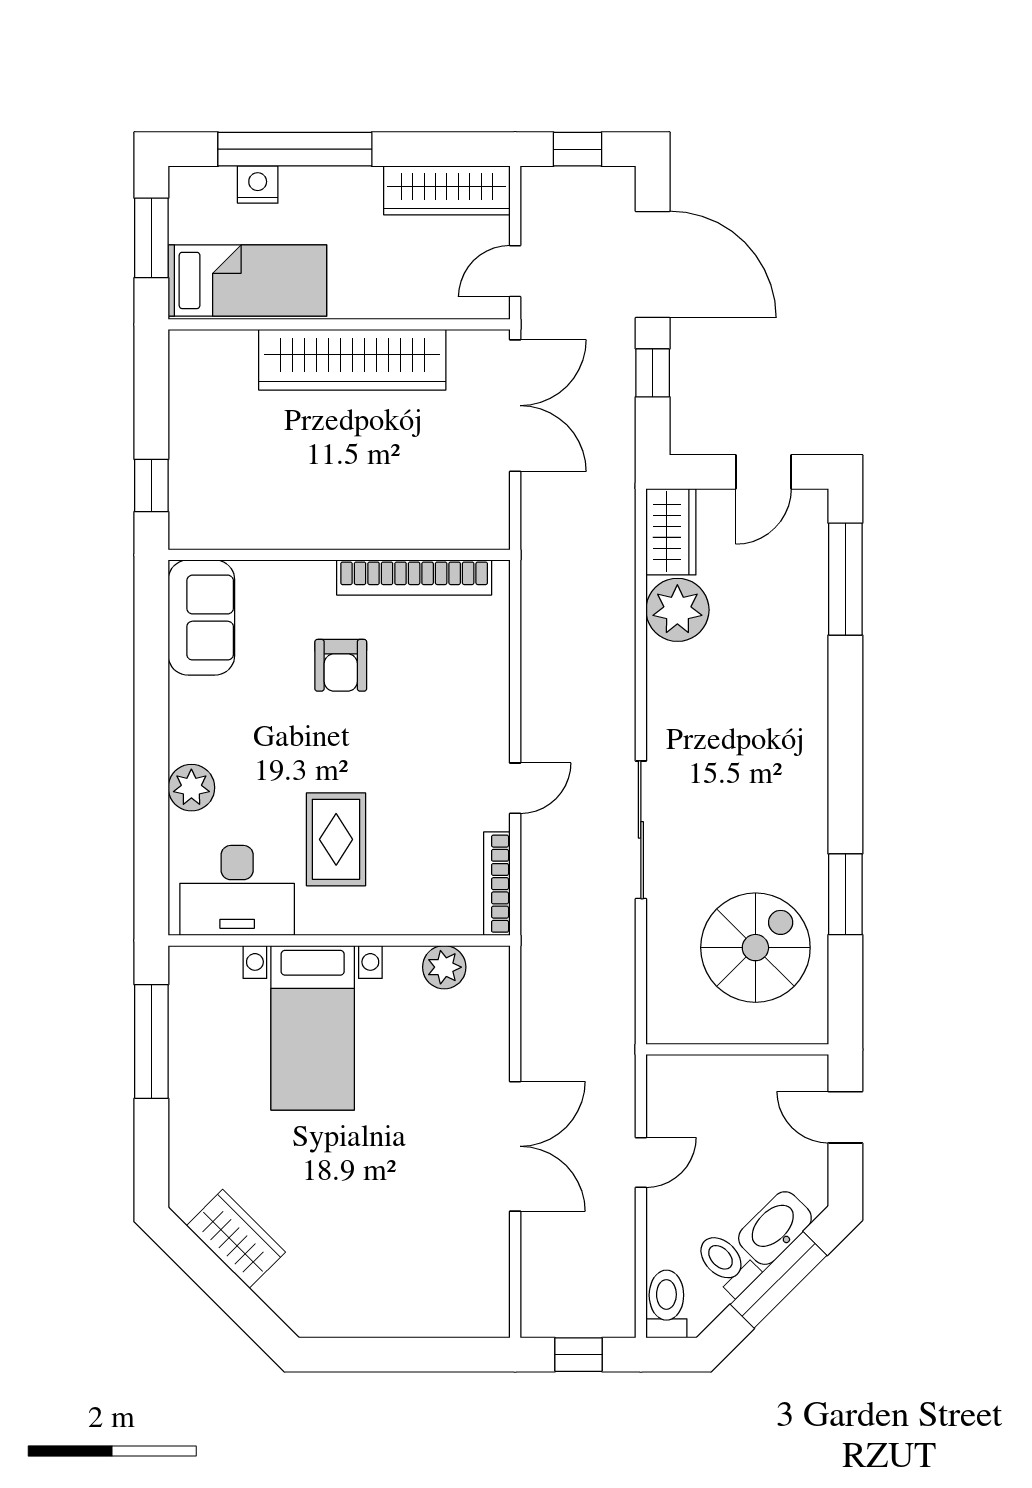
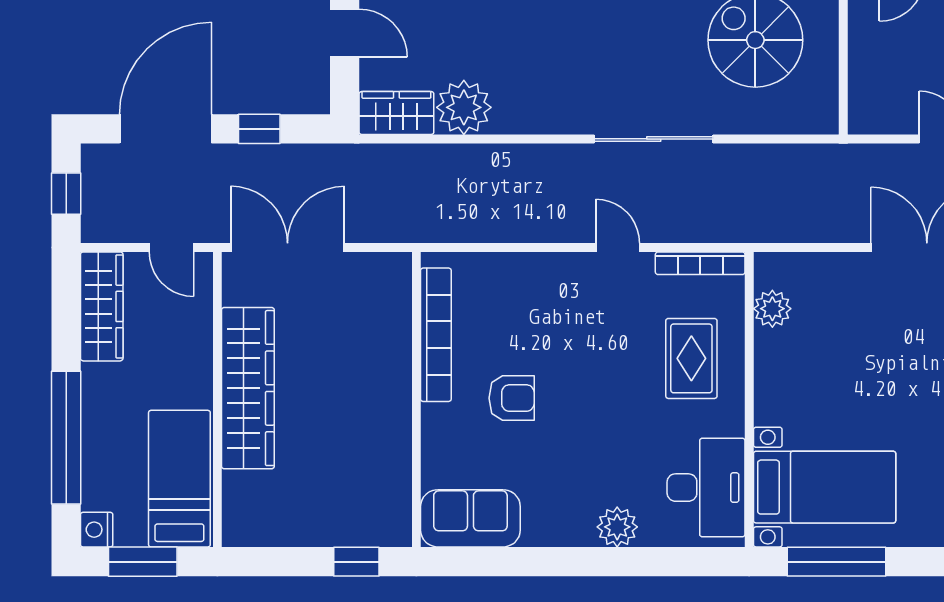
nightstand: (258, 185) -> (97, 530), moved
rug: (336, 839) -> (691, 358), moved, turned 90
bed with nightstands: (313, 1028) -> (825, 487), moved

